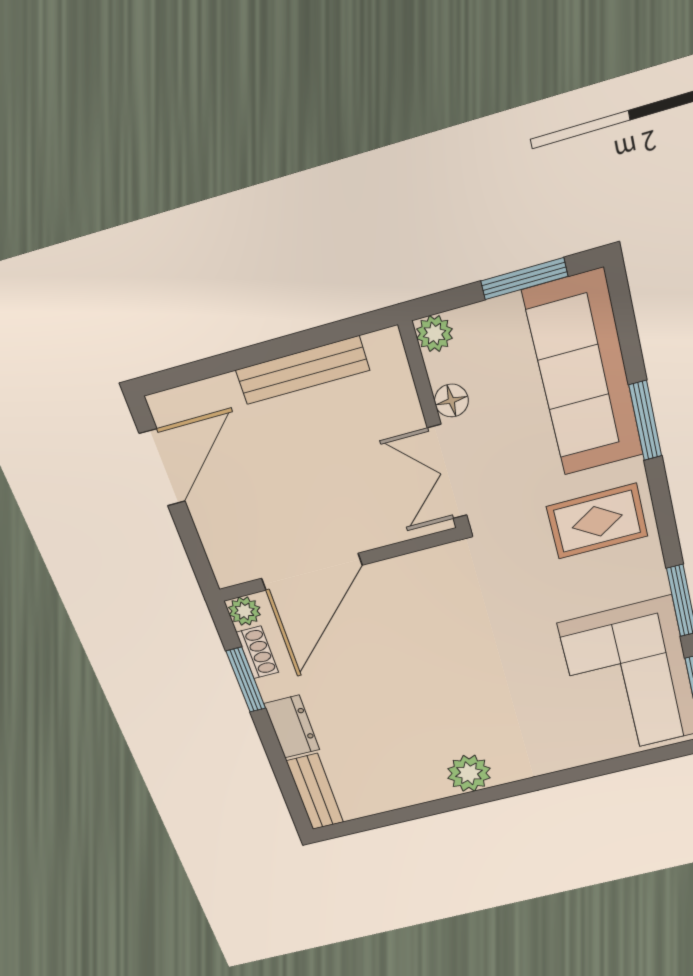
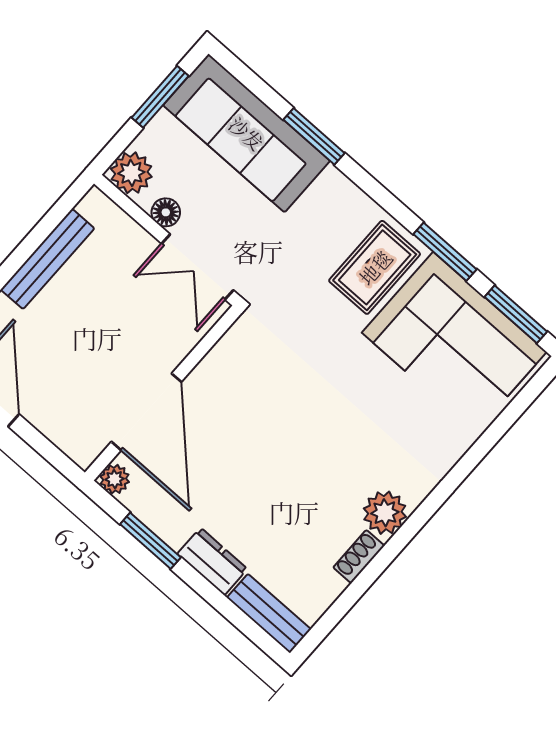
plant: (435, 334) -> (131, 173), width x1.38, depth x1.38
rug: (597, 521) -> (375, 267), moved
shoe rack: (257, 652) -> (359, 557), moved, turned -90

